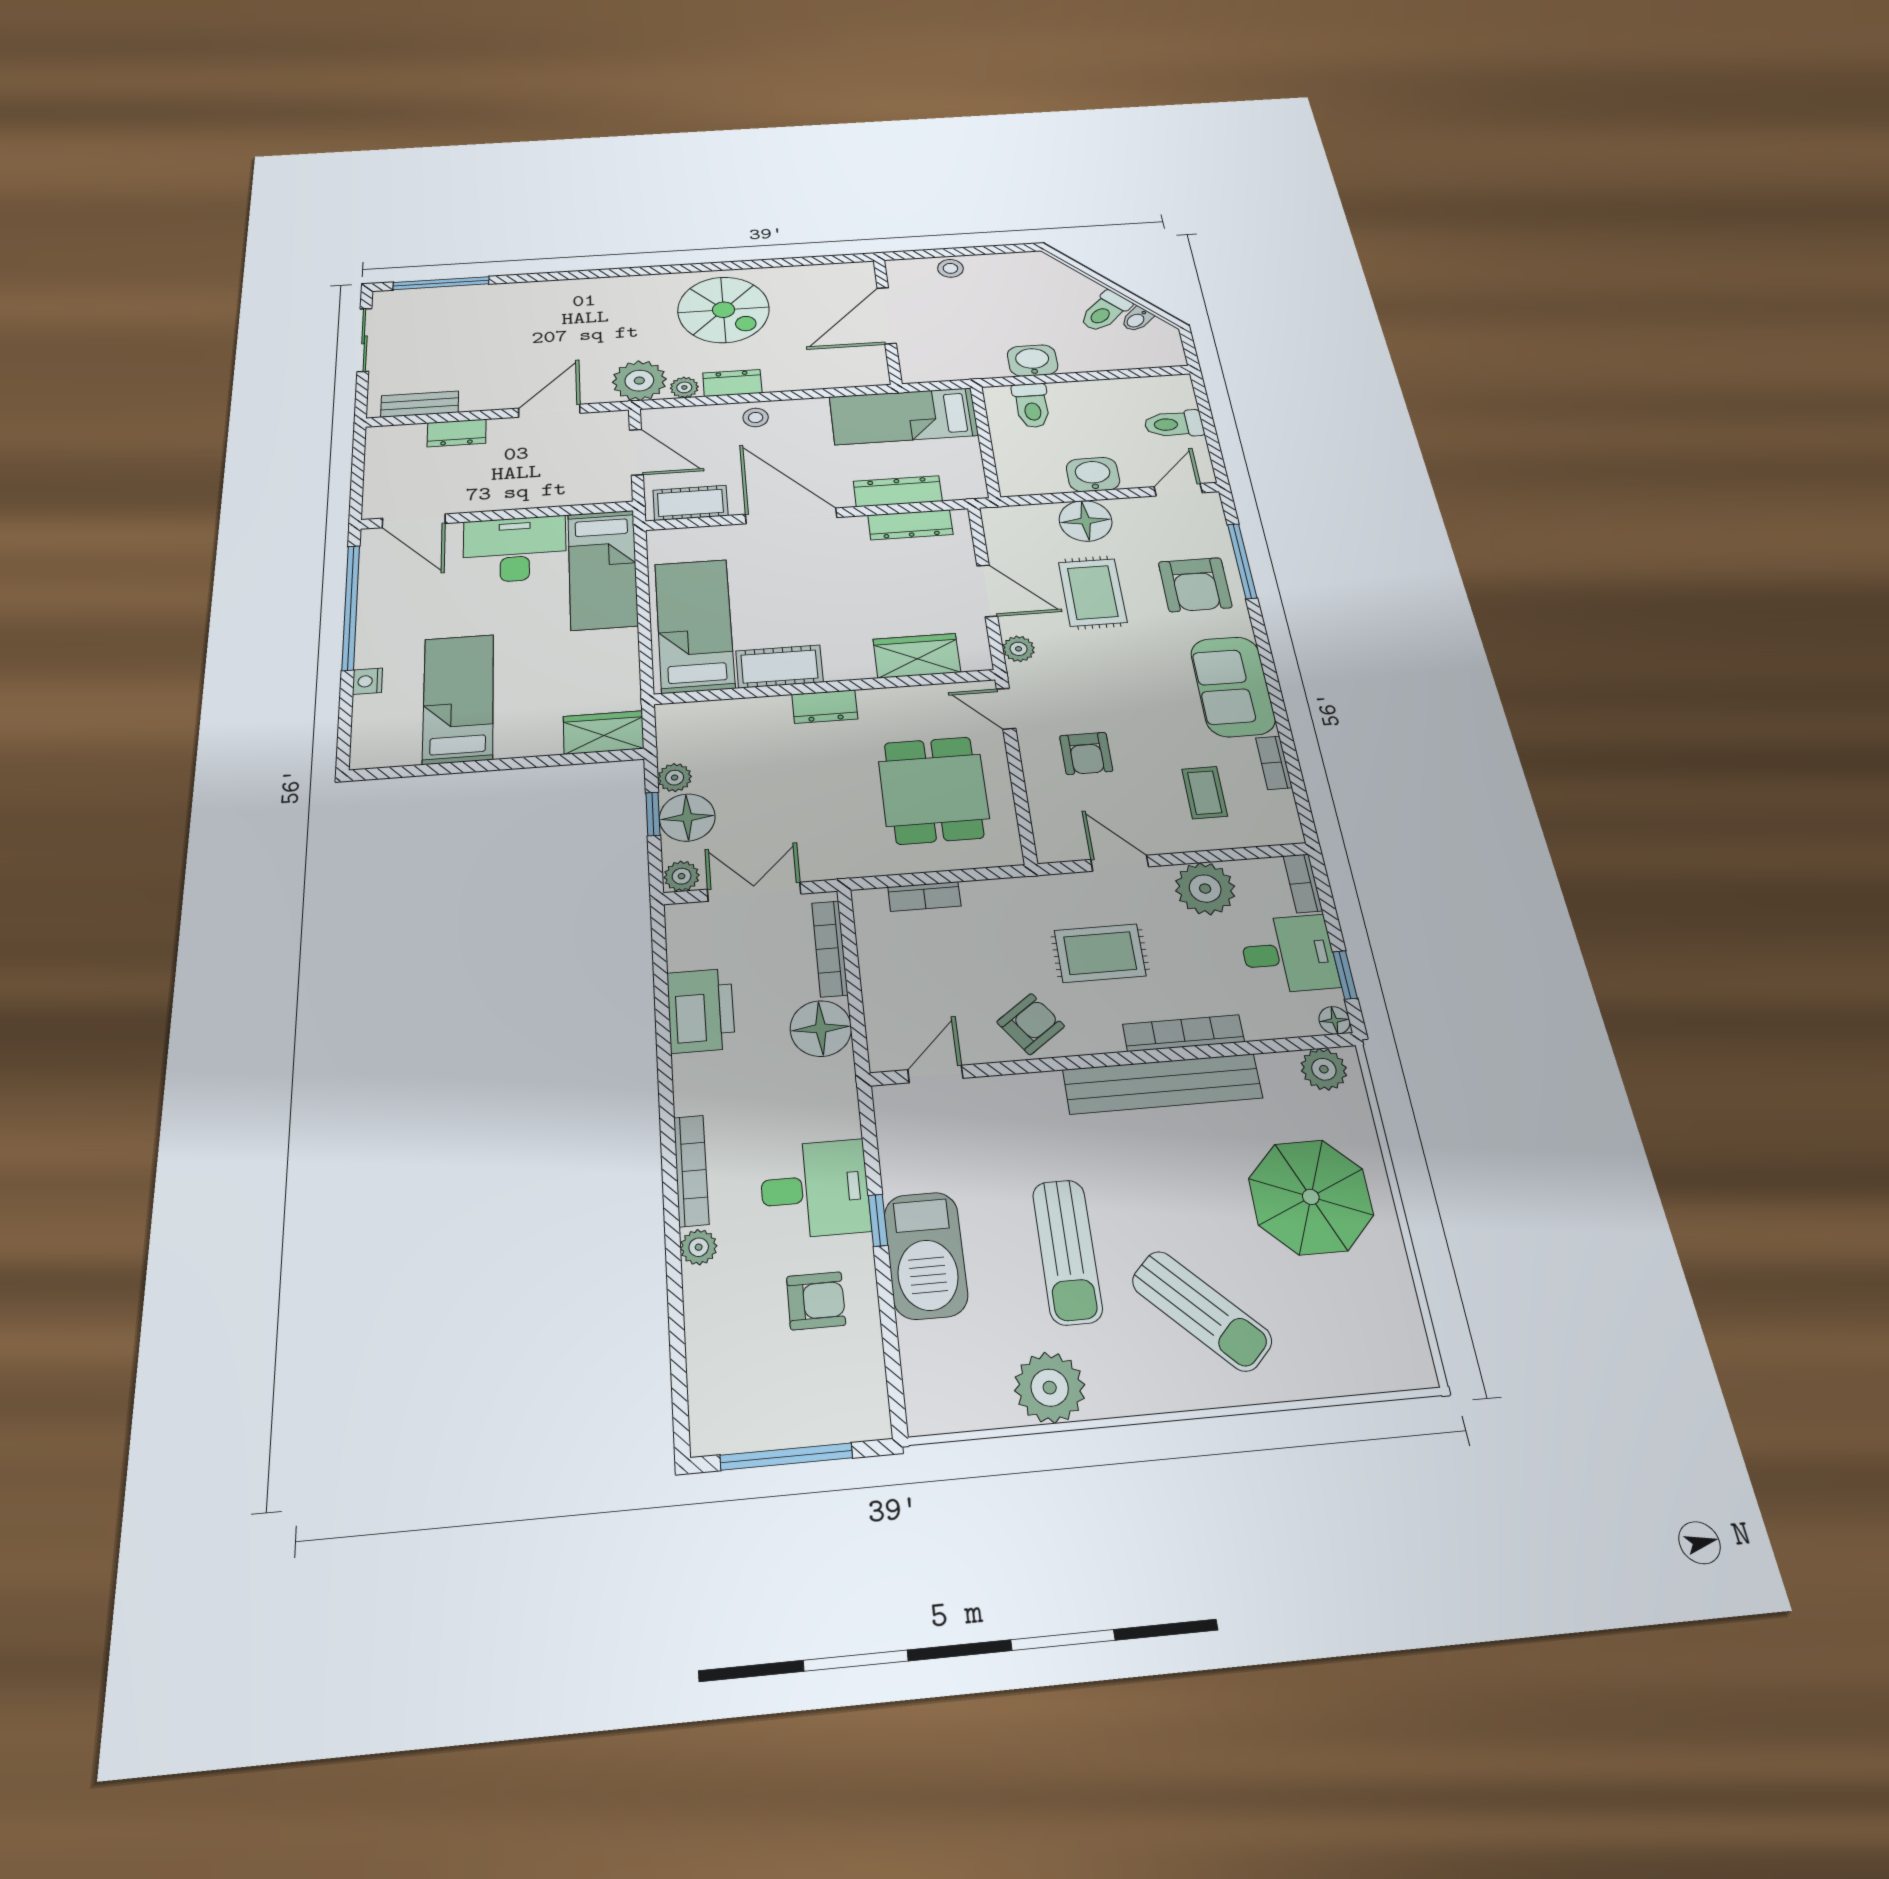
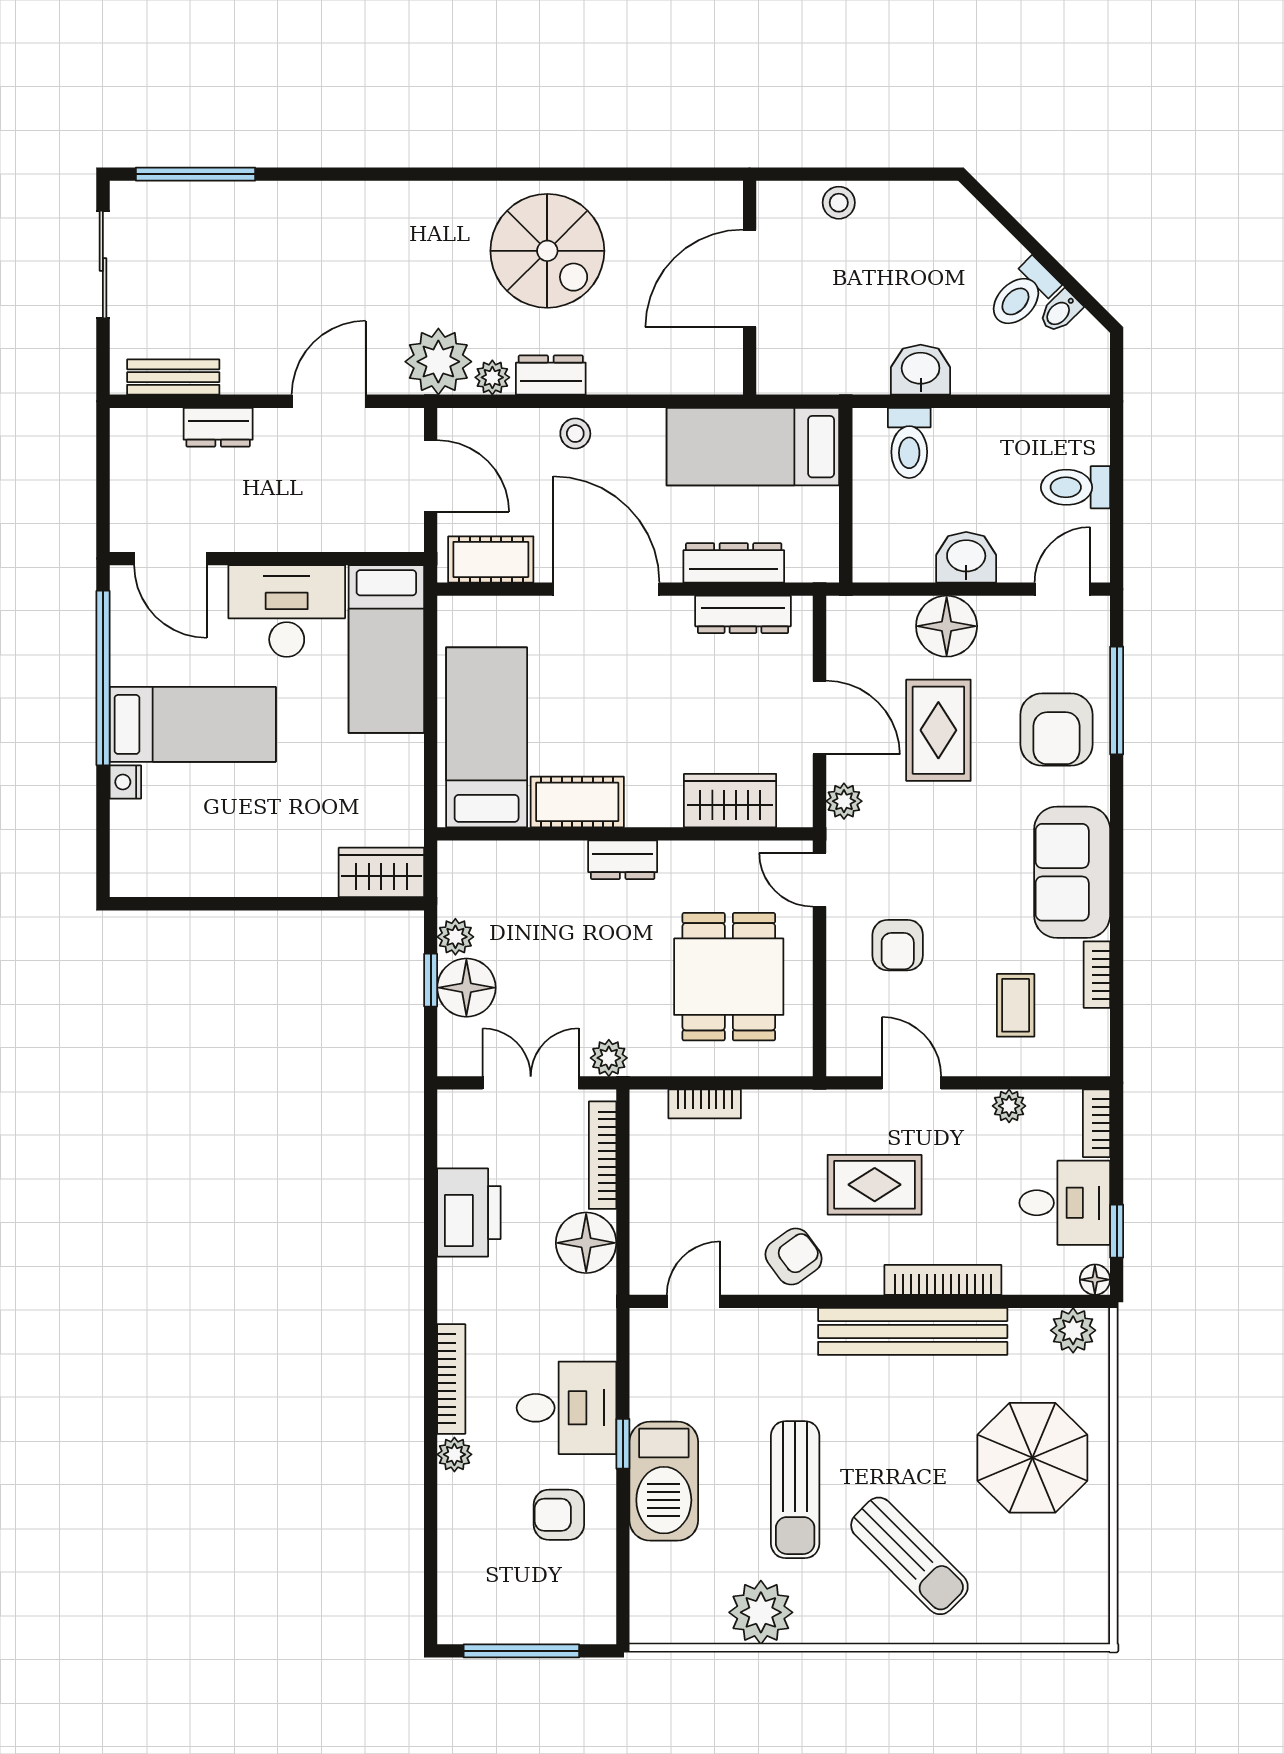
bed: (458, 699) -> (193, 724), moved, turned 90
plant: (682, 876) -> (609, 1058), moved
plant: (1205, 889) -> (1009, 1106), width x0.53, depth x0.53
armchair: (816, 1301) -> (559, 1515), turned 180

